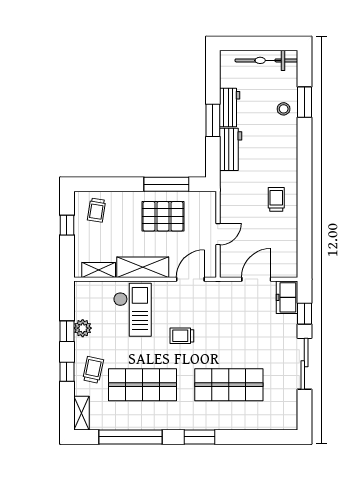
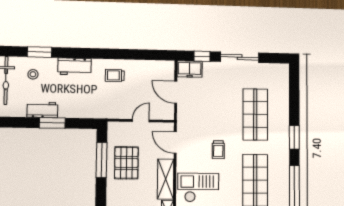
stool: (284, 109) -> (33, 74), moved
workbench: (231, 149) -> (75, 66), moved, turned 180
door: (218, 234) -> (141, 121), hinge flipped

